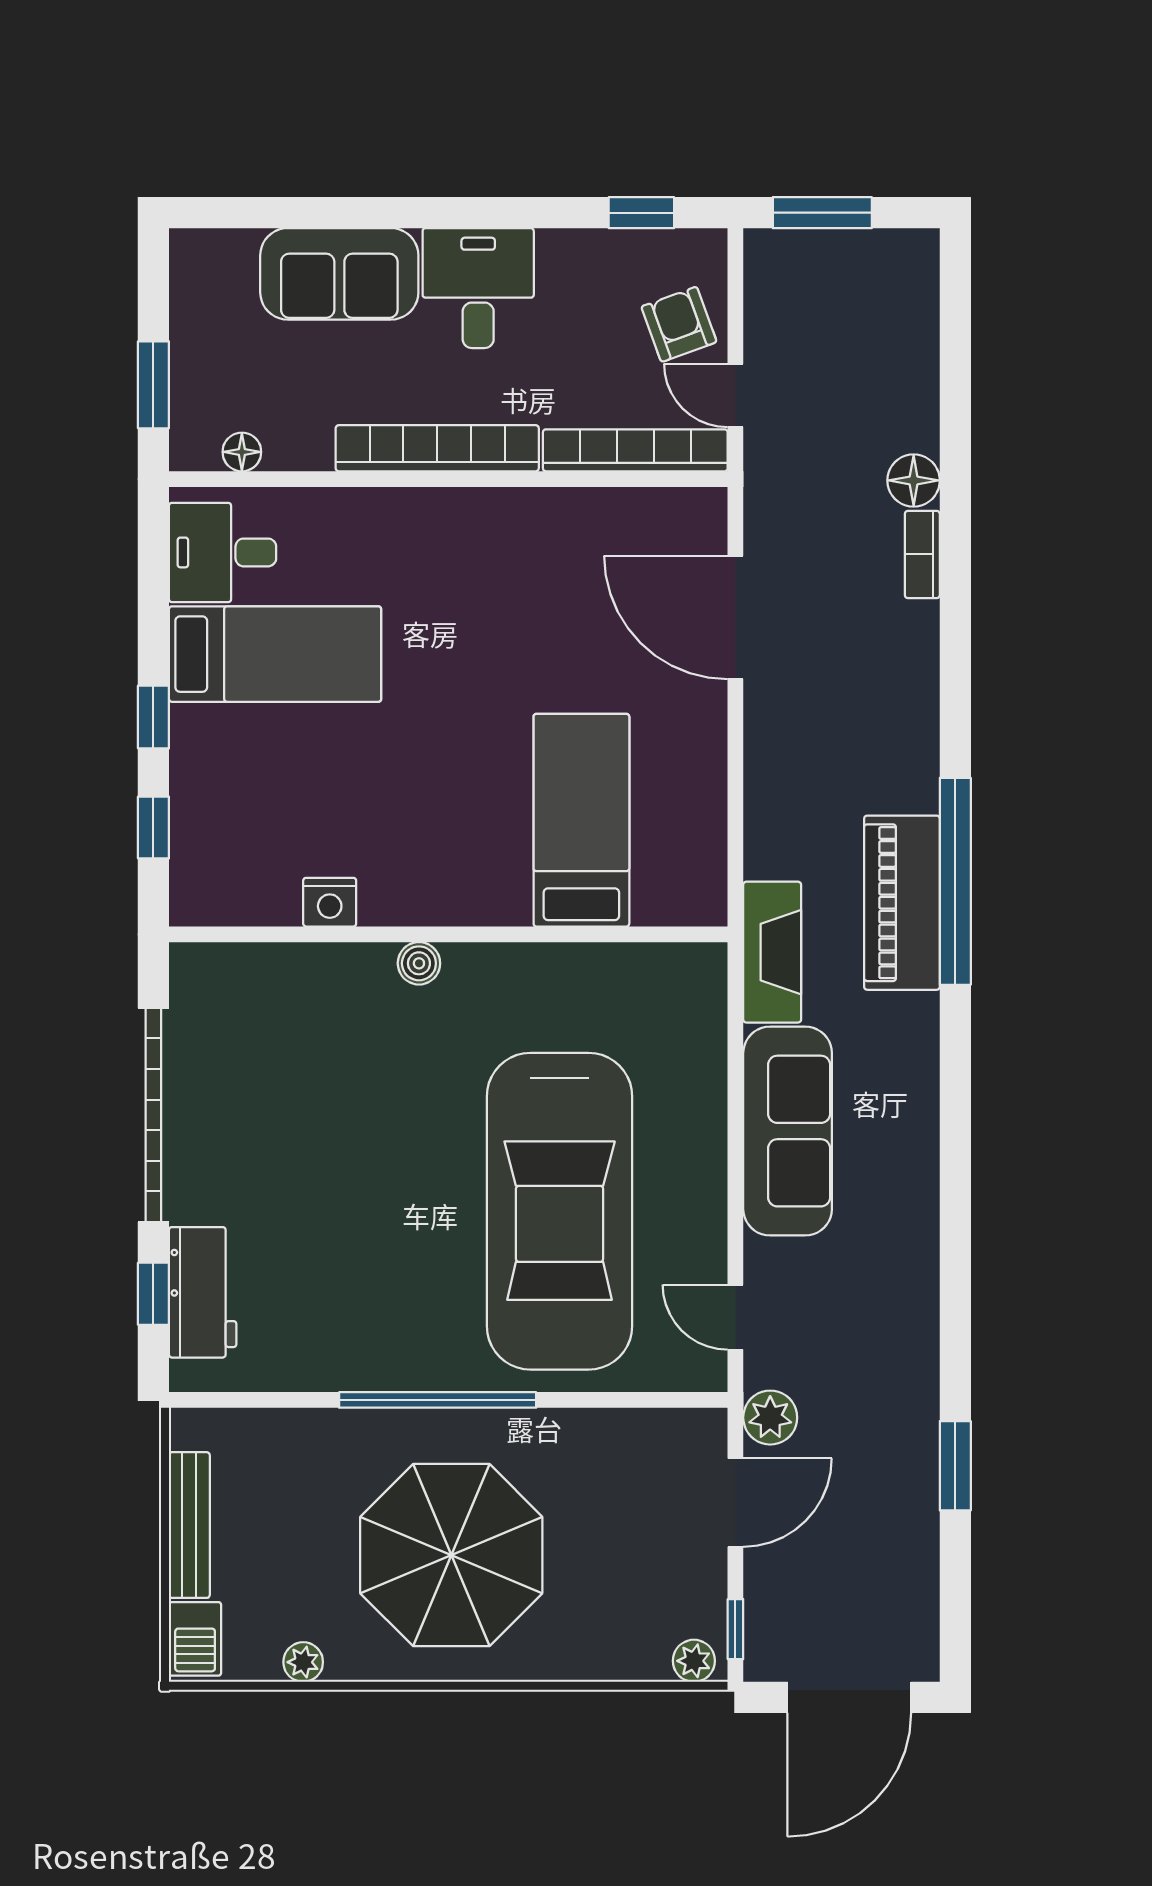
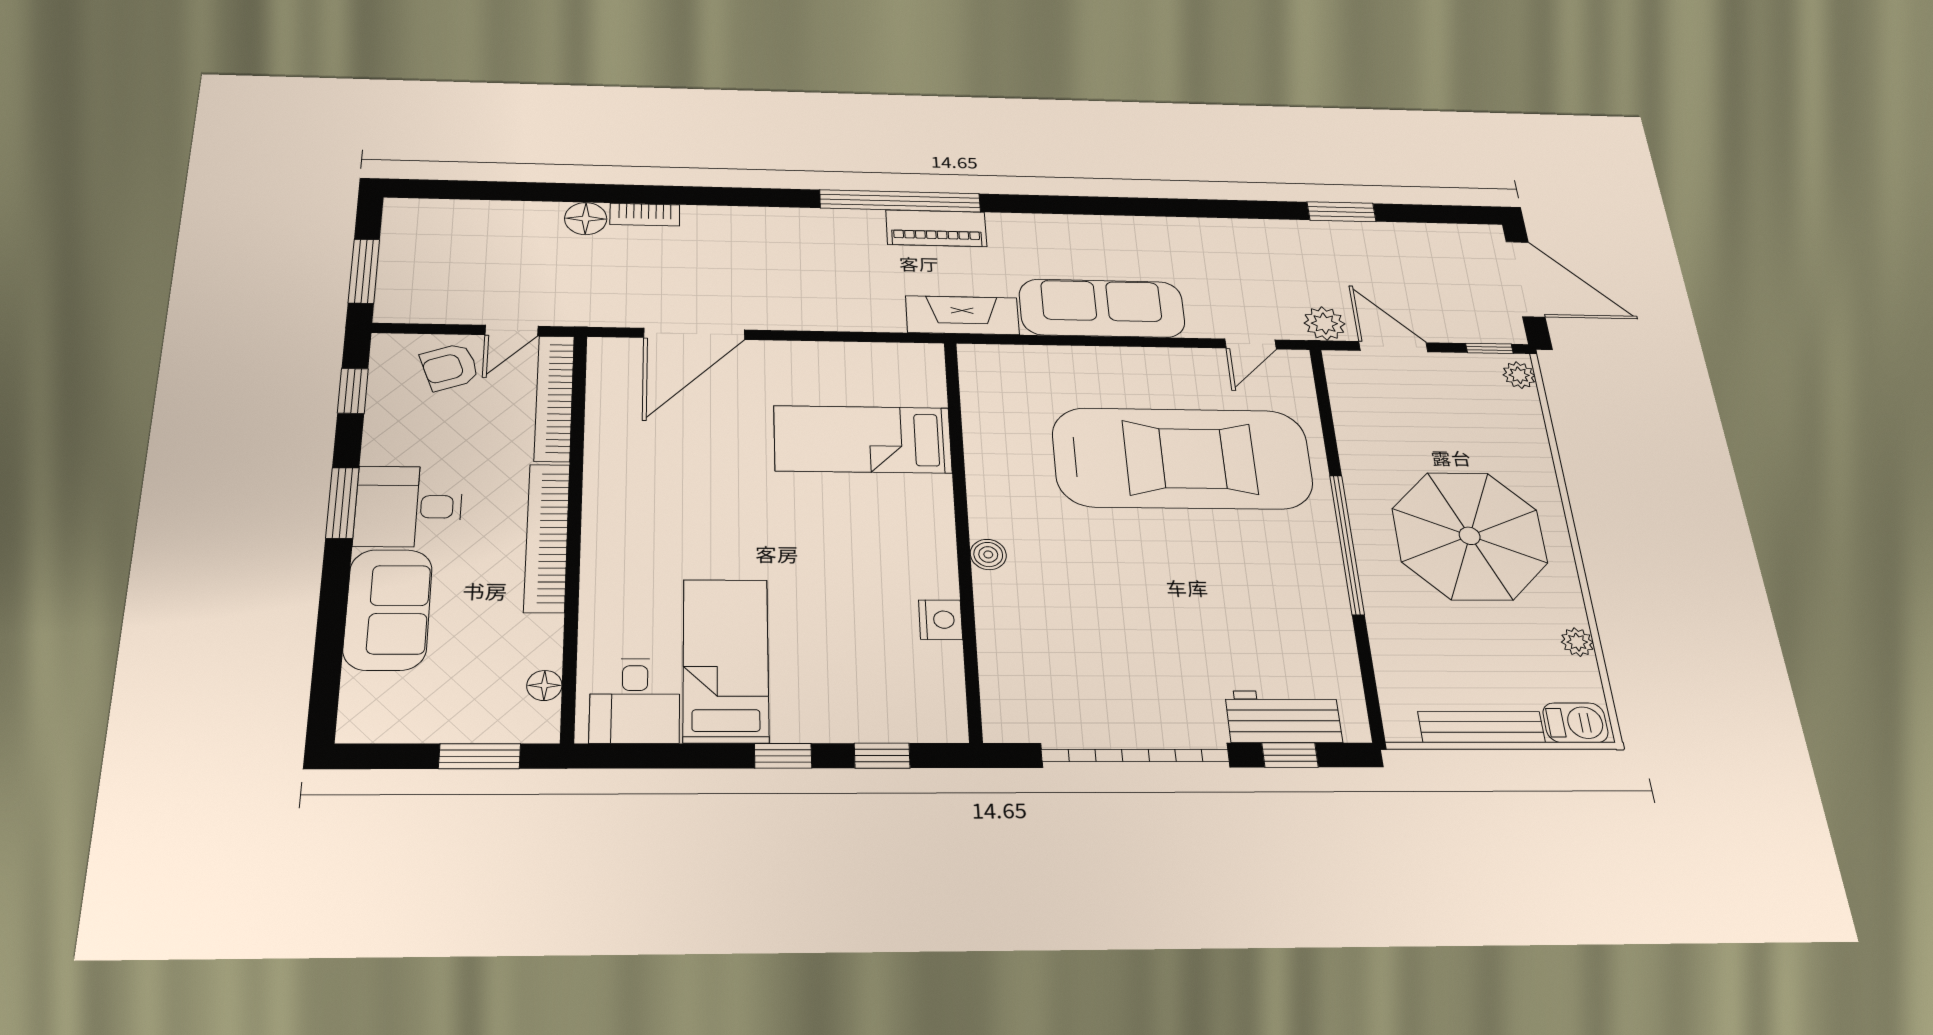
window: (482, 213) -> (342, 503), added
piano: (902, 903) -> (936, 228), width x0.73, depth x0.75

